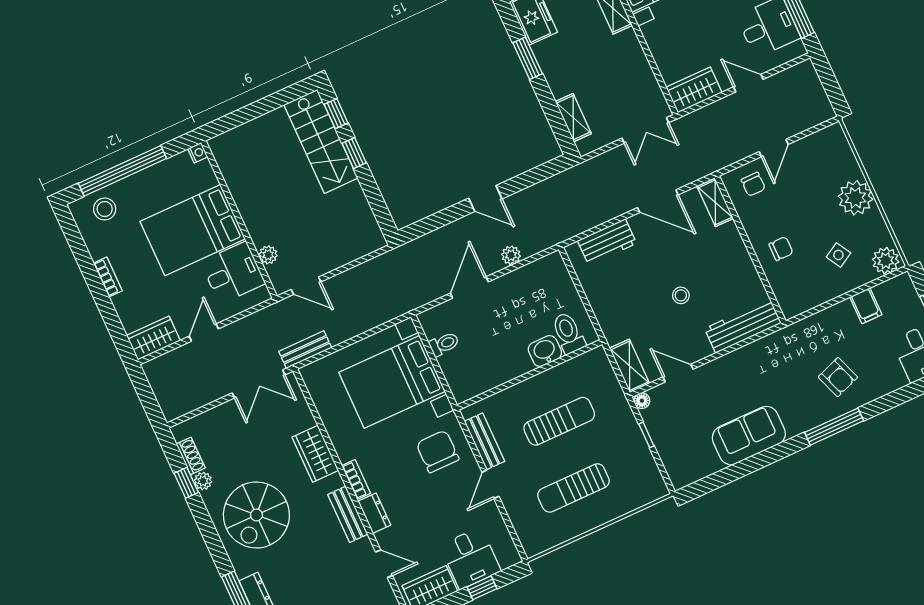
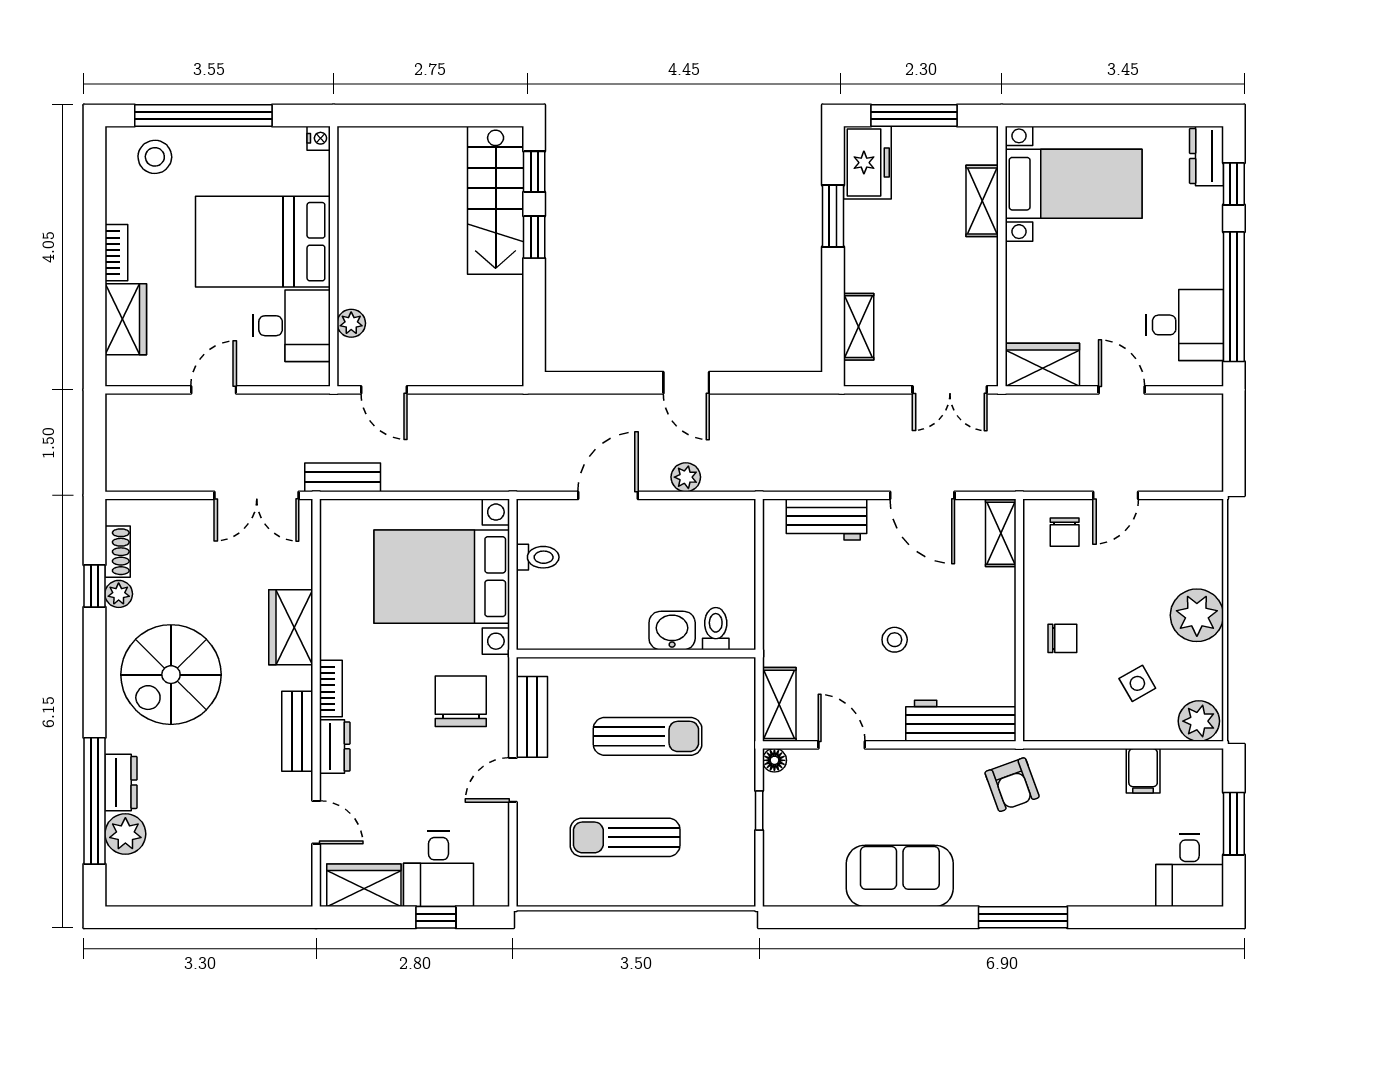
toilet: (568, 333) -> (716, 629), width x0.73, depth x0.72
wardrobe: (153, 338) -> (126, 319), moved, turned 90
armchair: (838, 377) -> (1012, 785), moved

